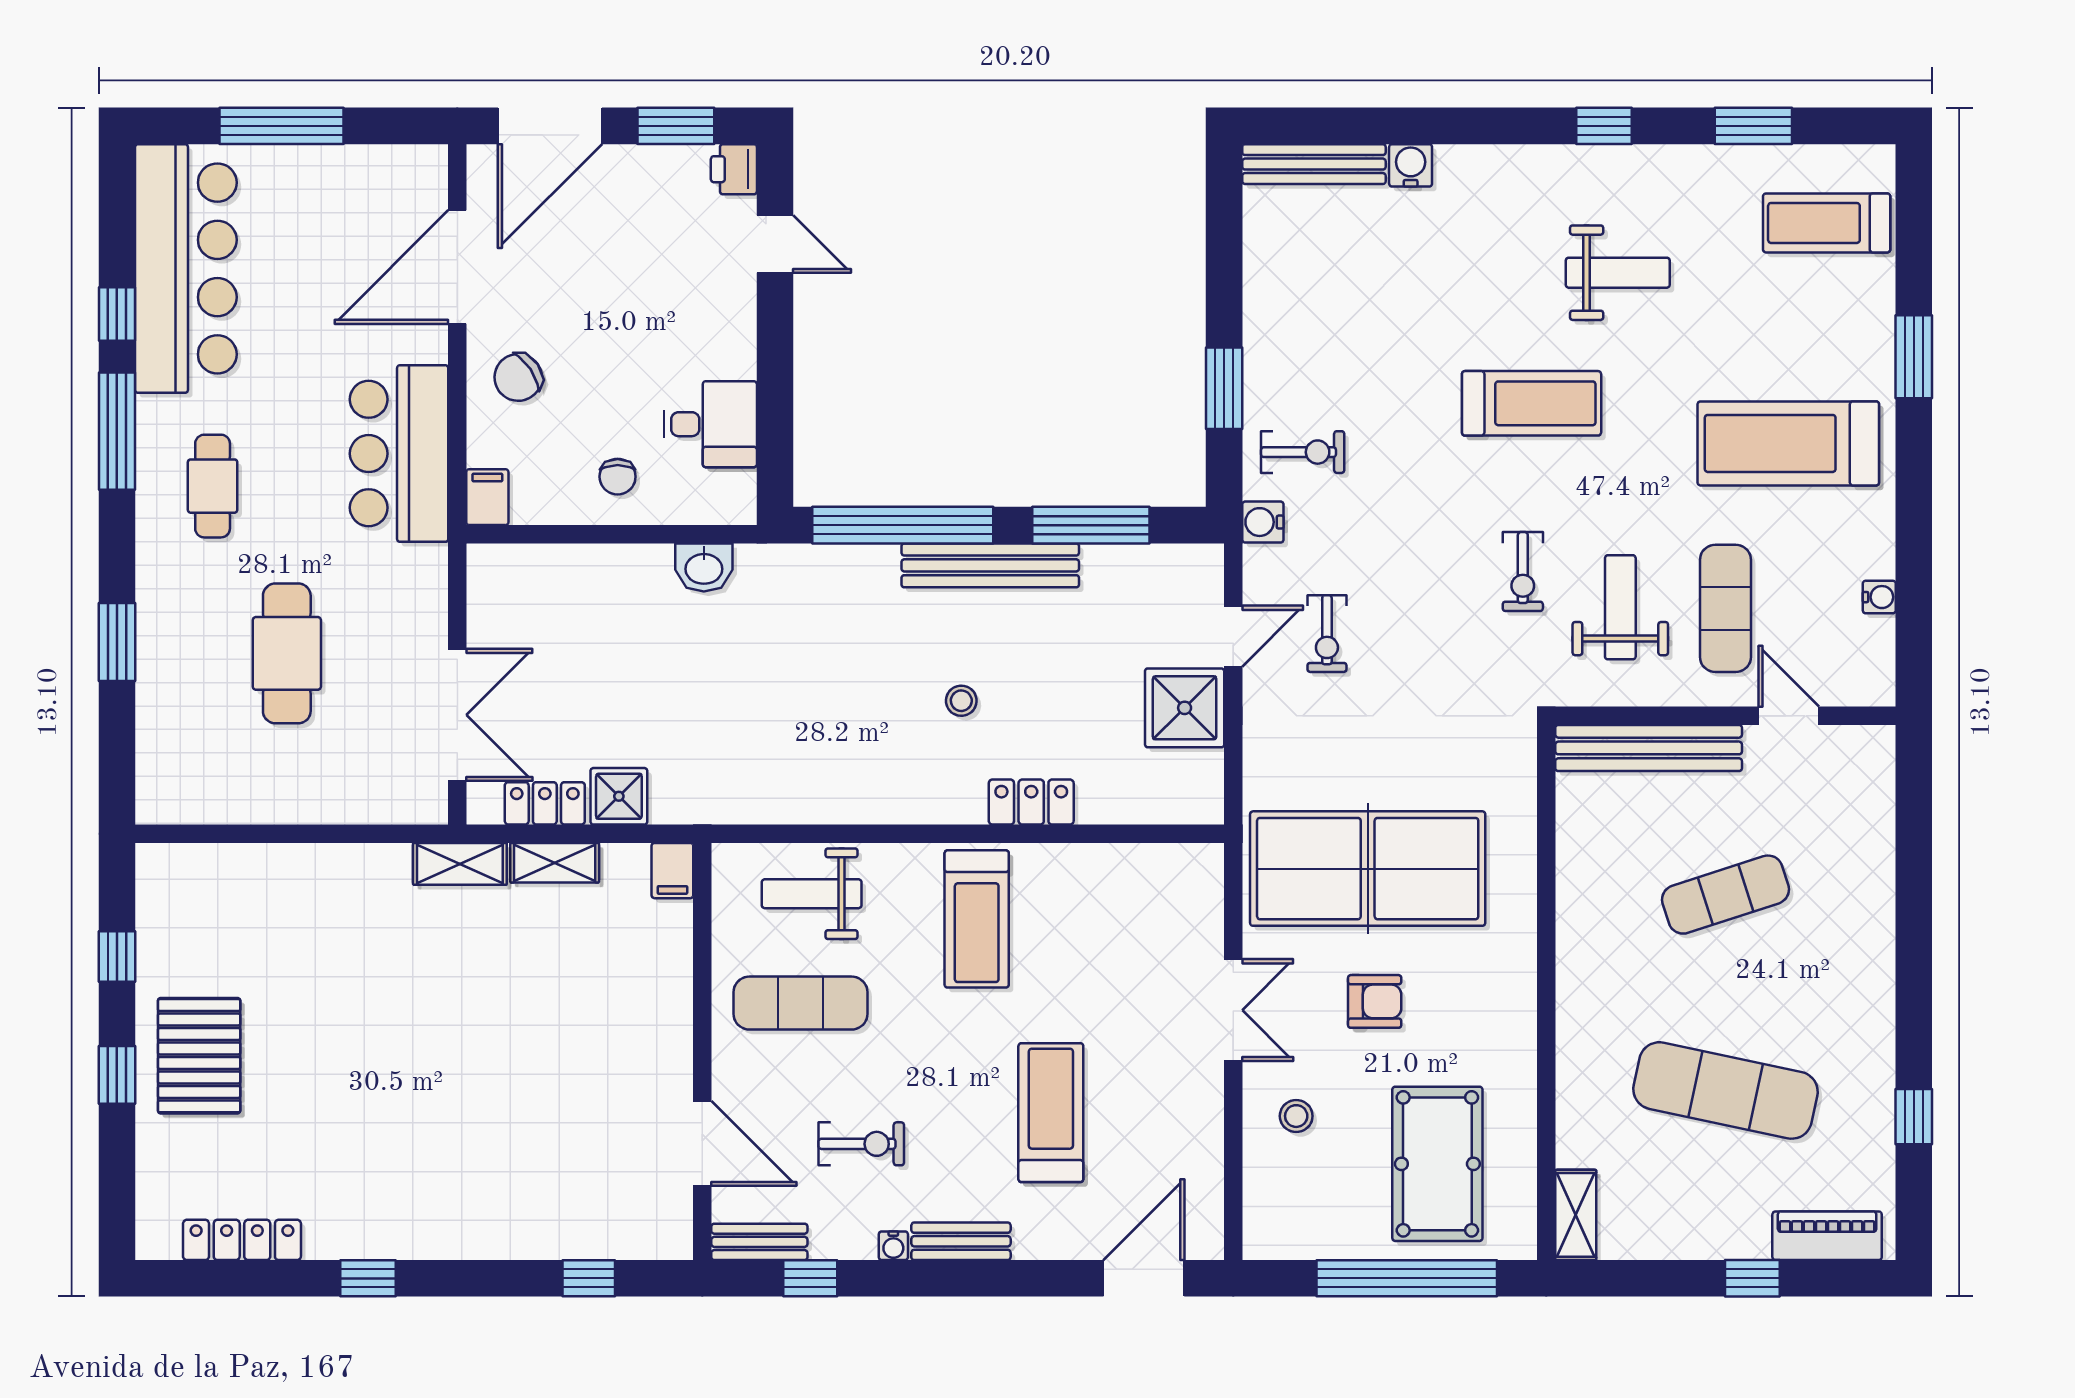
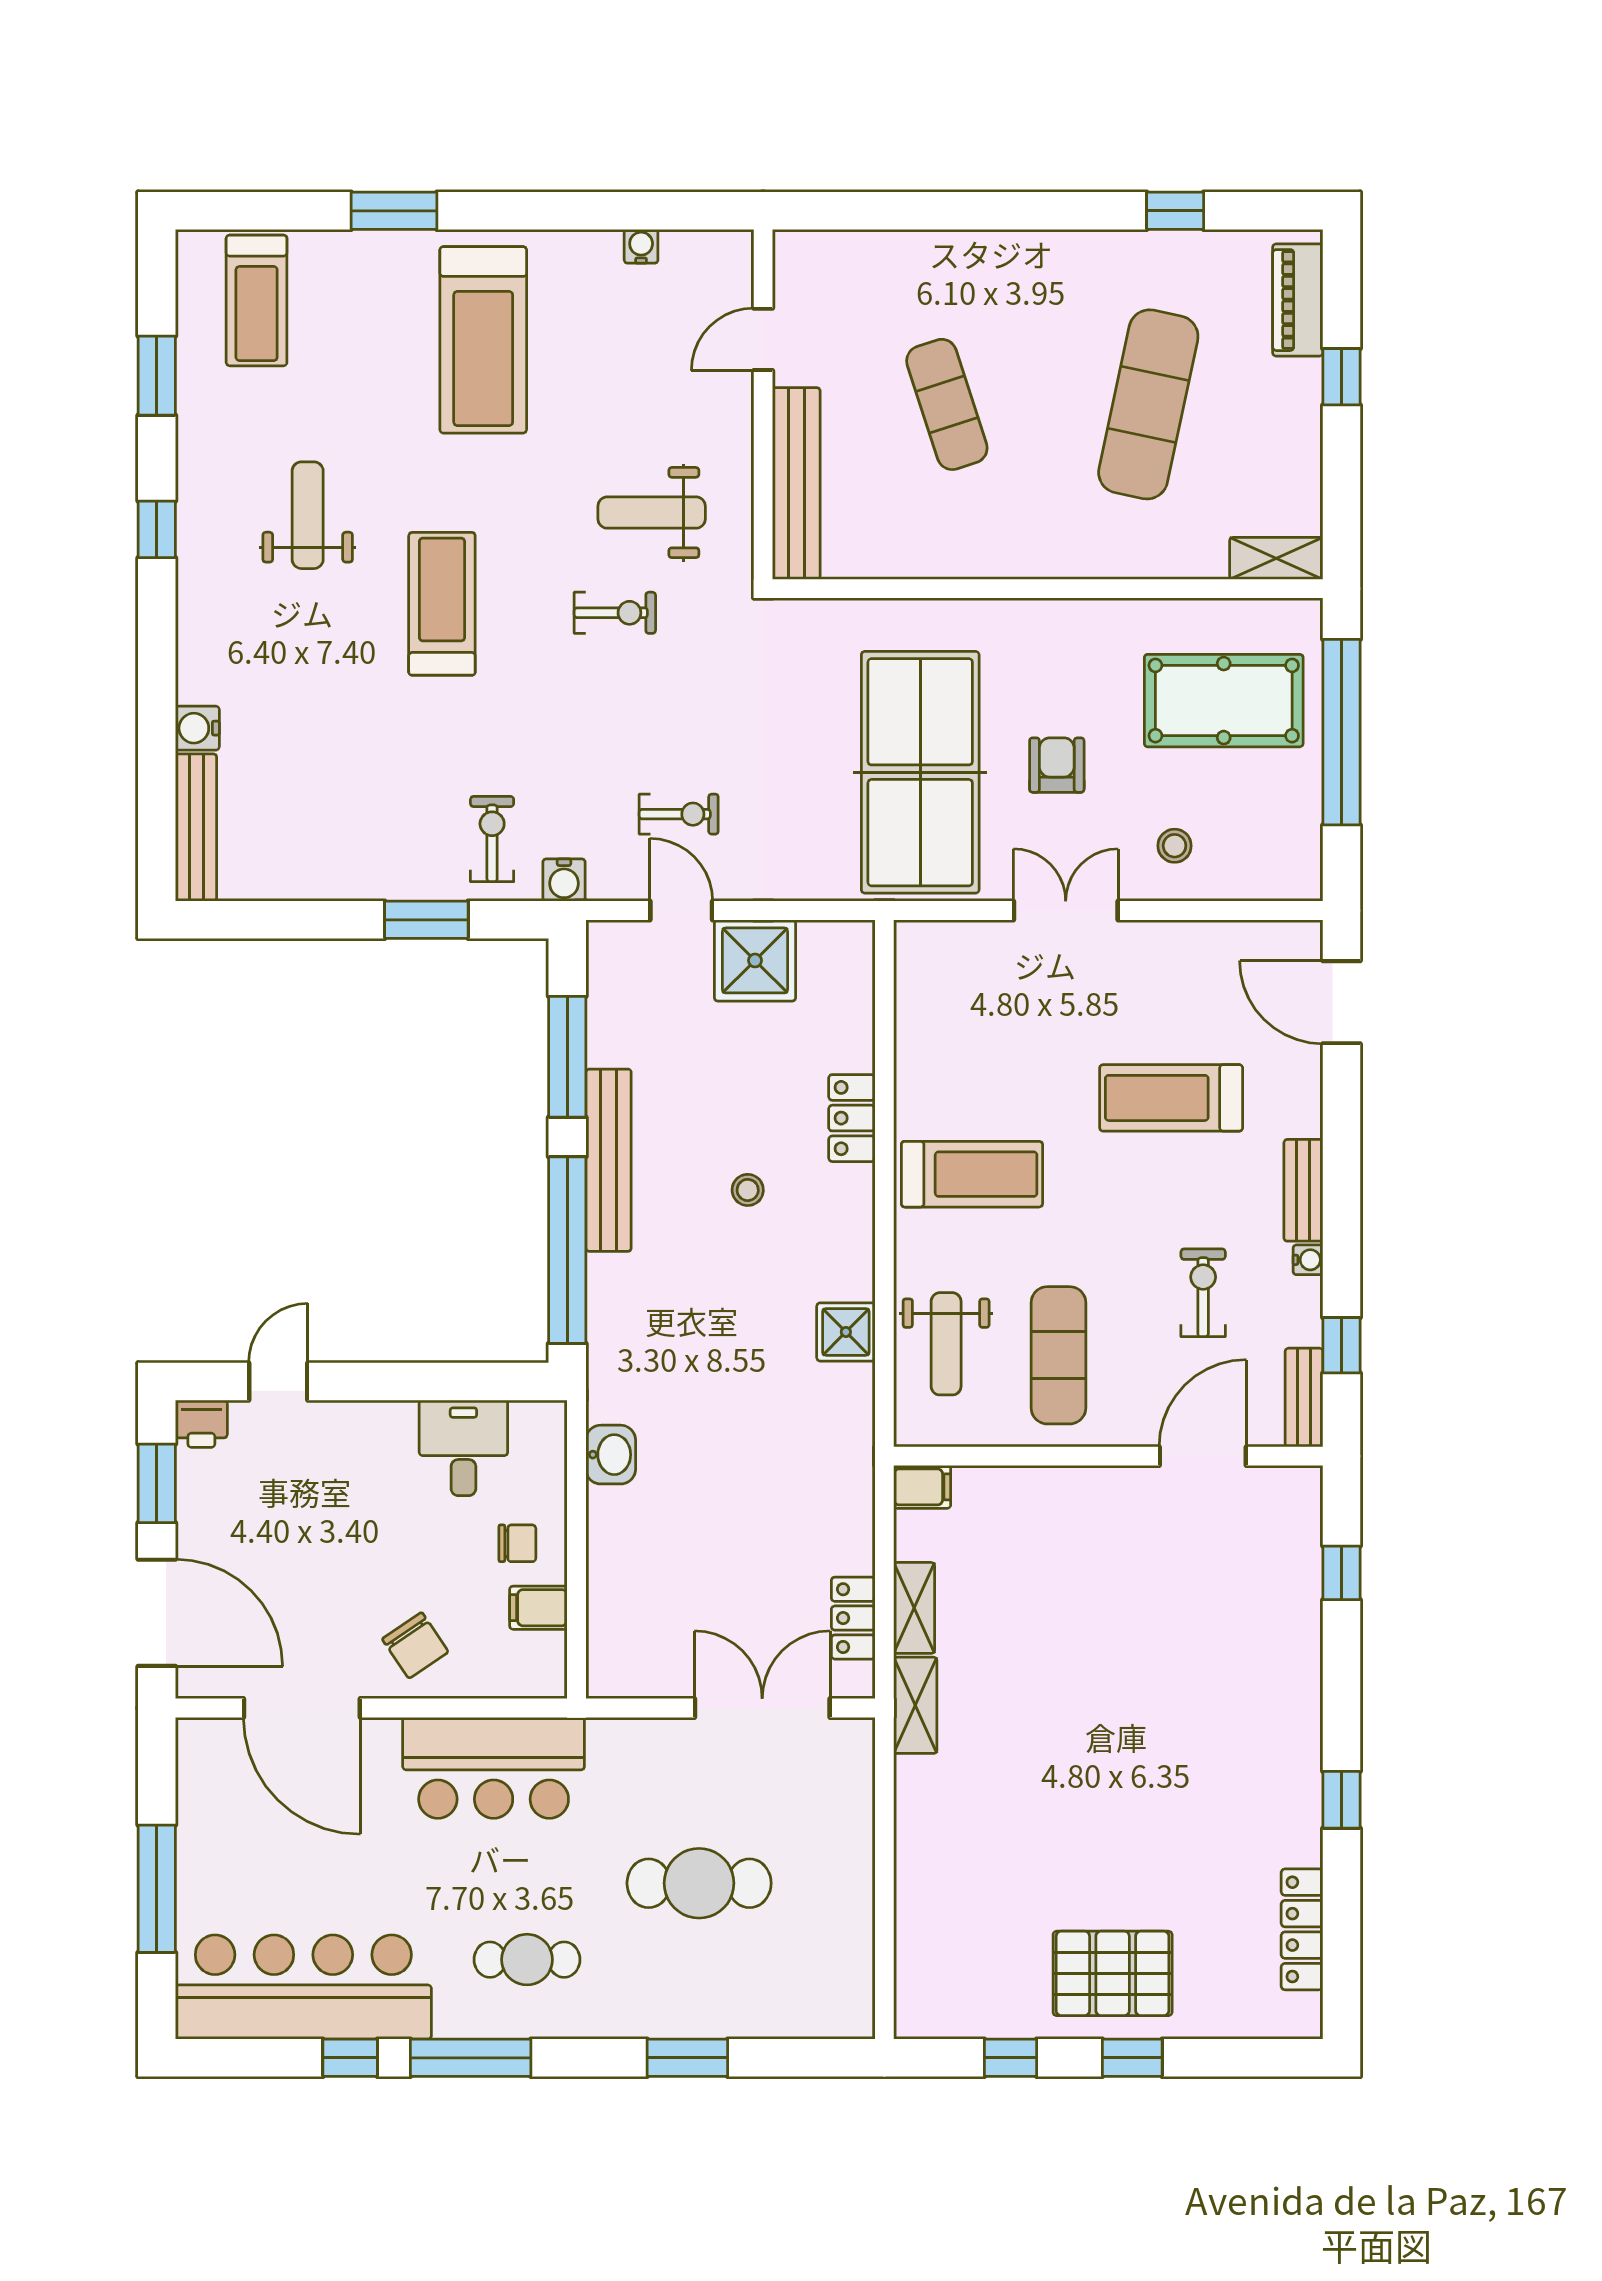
filing cabinet: (487, 497) -> (538, 1608), moved
exercise mat: (1725, 608) -> (653, 404), removed
shower: (619, 796) -> (846, 1332), moved

